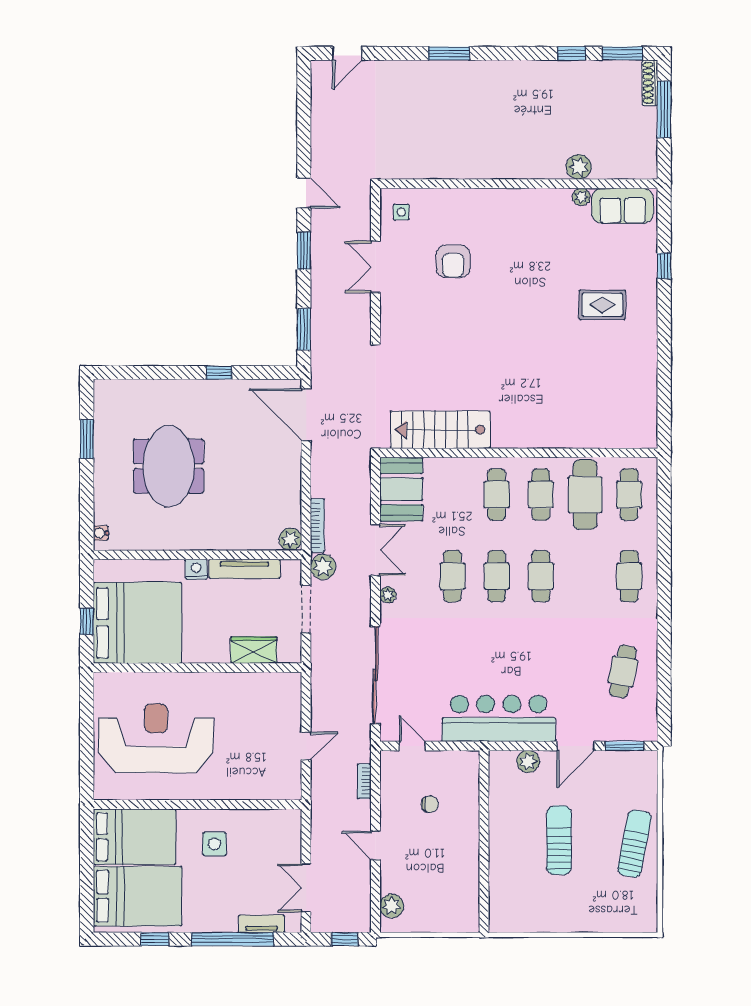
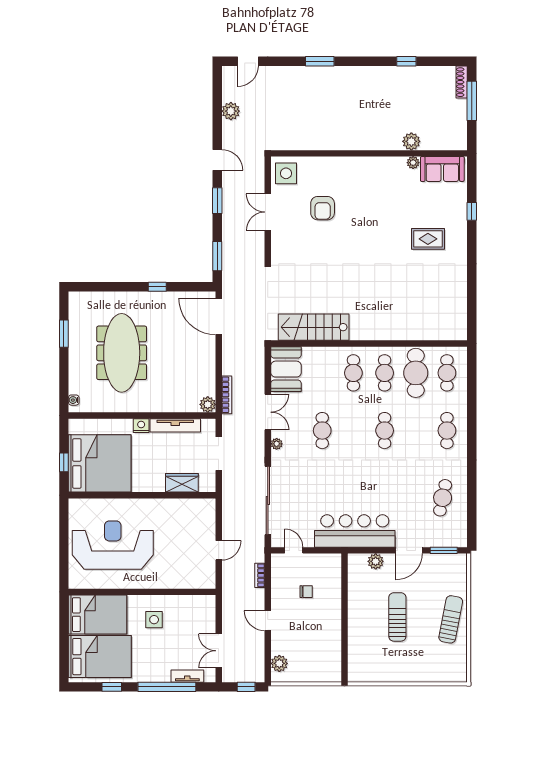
window: (622, 53) -> (442, 61), removed
side table: (401, 212) -> (286, 173), width x1.87, depth x1.87
meeting table: (169, 466) -> (122, 353), width x1.36
plant: (323, 567) -> (231, 111), moved
cafe table: (497, 576) -> (353, 431), removed

